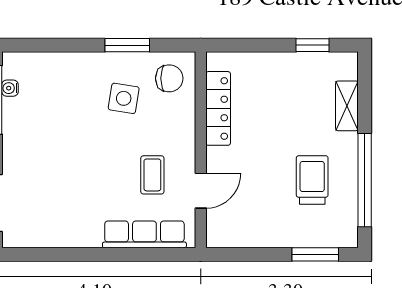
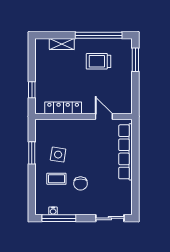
window: (313, 45) -> (32, 90), moved
chair: (169, 78) -> (81, 183), moved, turned 180
coffee table: (152, 175) -> (56, 179), moved
row of seats: (144, 234) -> (125, 152), width x1.36

